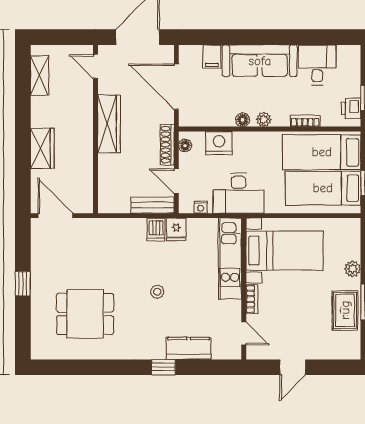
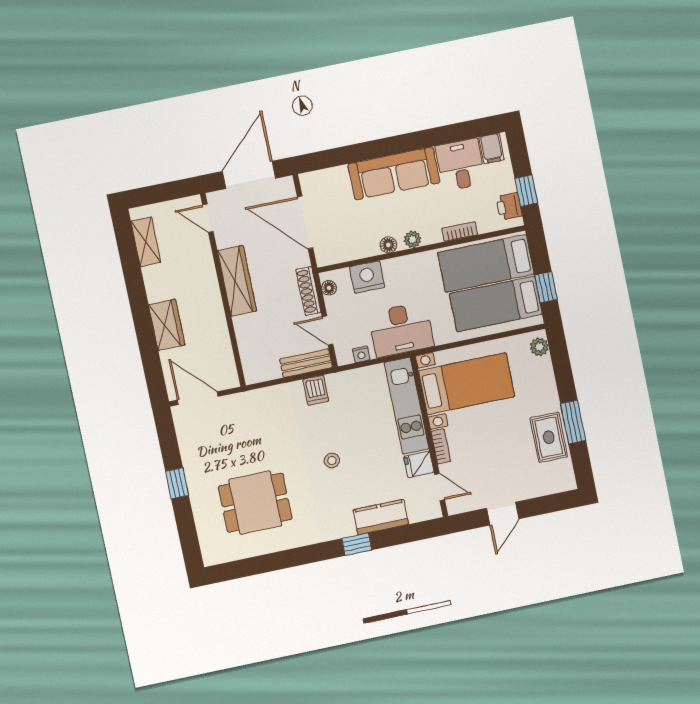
filing cabinet: (212, 57) -> (492, 148), moved
fridge: (176, 229) -> (419, 464), moved, turned 90
plant: (353, 269) -> (539, 347), moved

